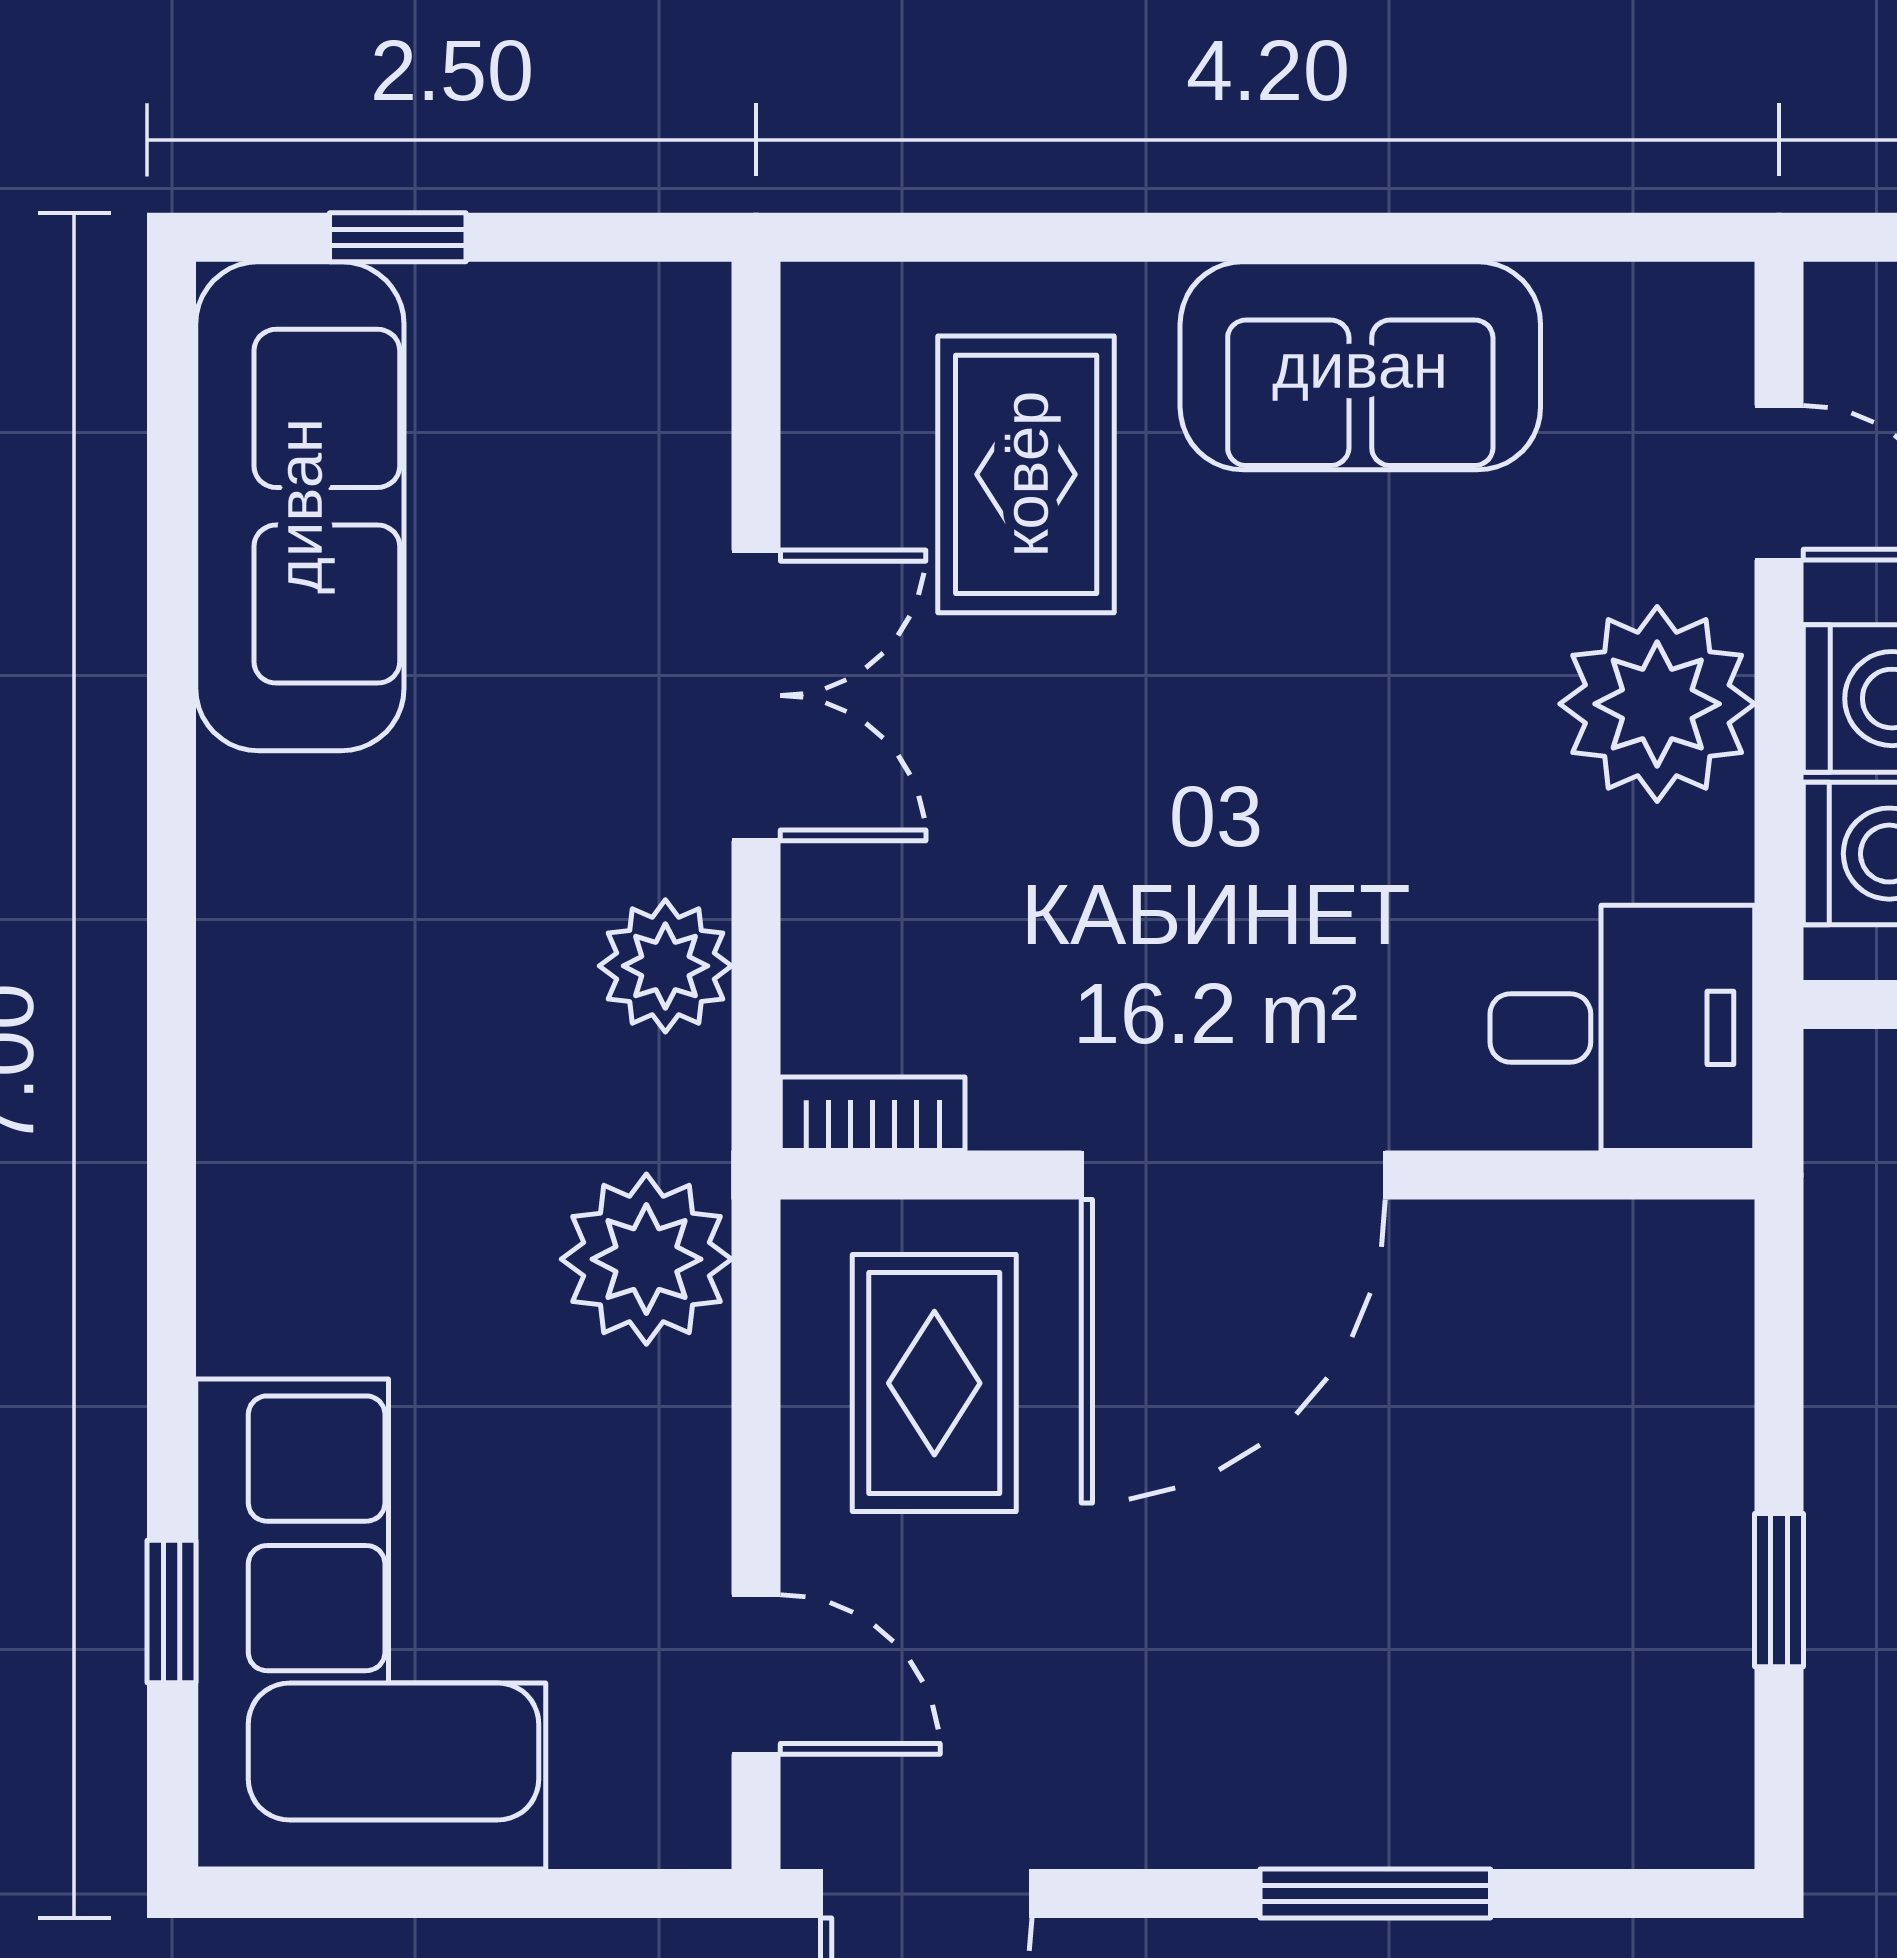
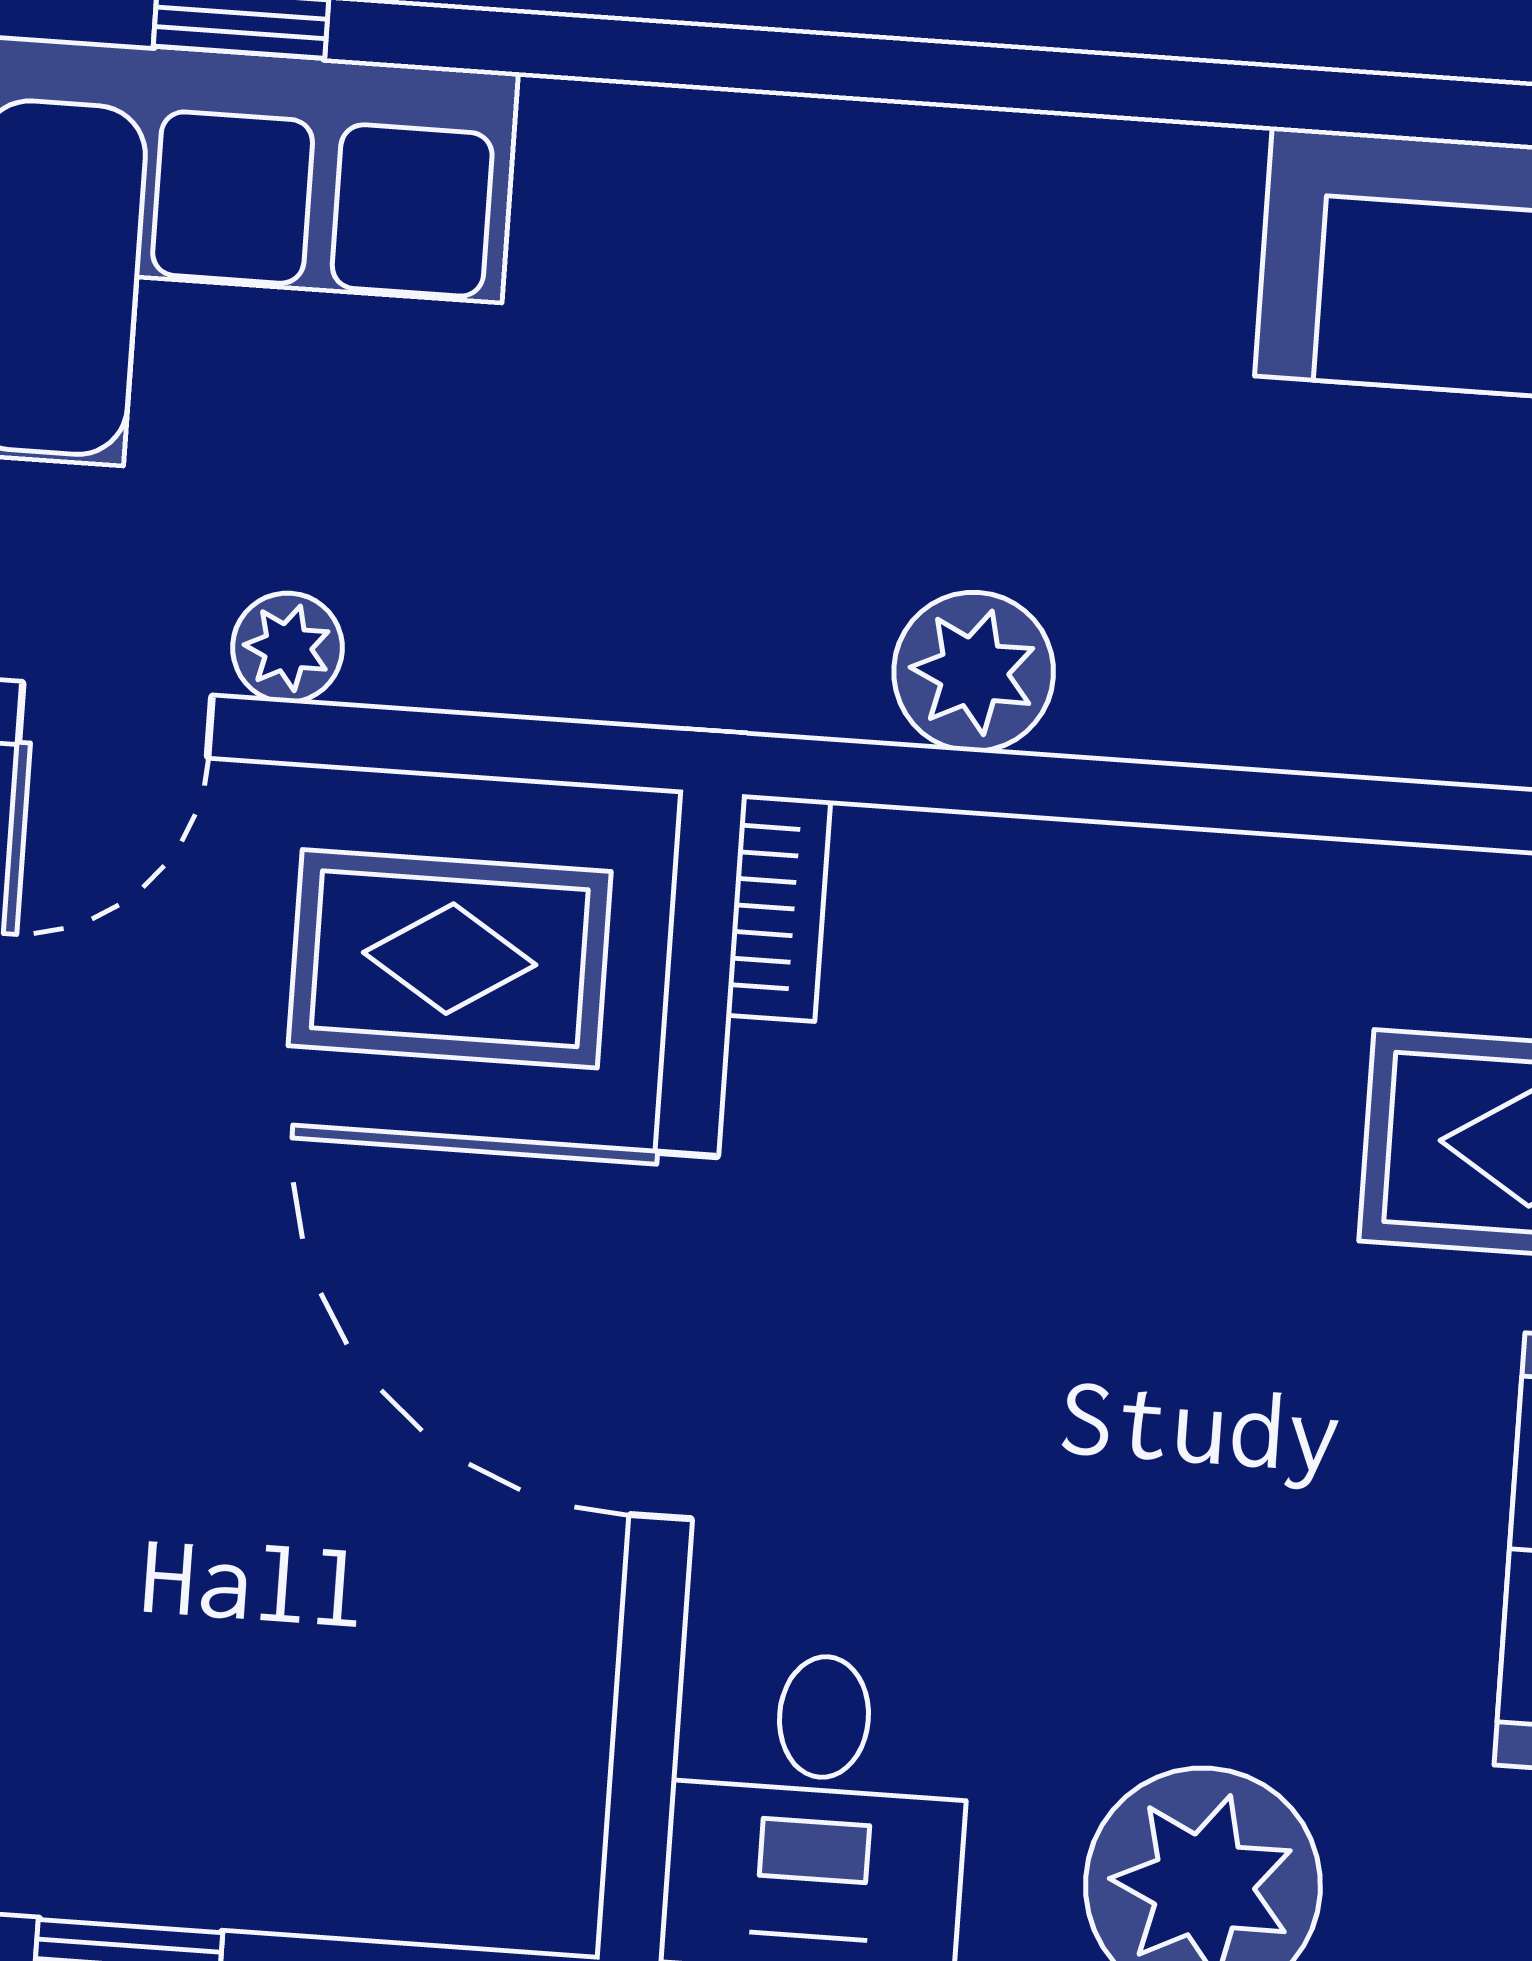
double door: (756, 695) -> (1291, 804), removed
plant: (646, 1259) -> (287, 648), moved, width x0.53, depth x0.53

